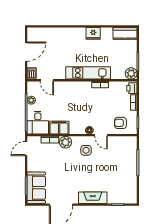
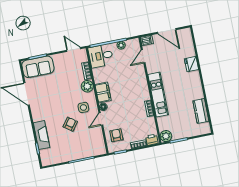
fridge: (93, 33) -> (191, 64), moved
kitchen counter: (125, 33) -> (201, 111), moved
filing cabinet: (59, 128) -> (103, 93), moved
armchair: (100, 167) -> (70, 124), added
fireplace: (93, 198) -> (42, 135), moved

